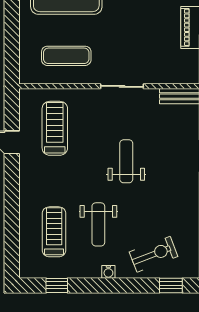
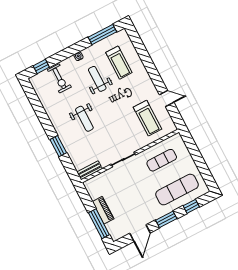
weight bench: (126, 161) -> (84, 119), moved
exercise bike: (154, 254) -> (59, 78), turned -69
window: (57, 285) -> (102, 35), width x2.17

